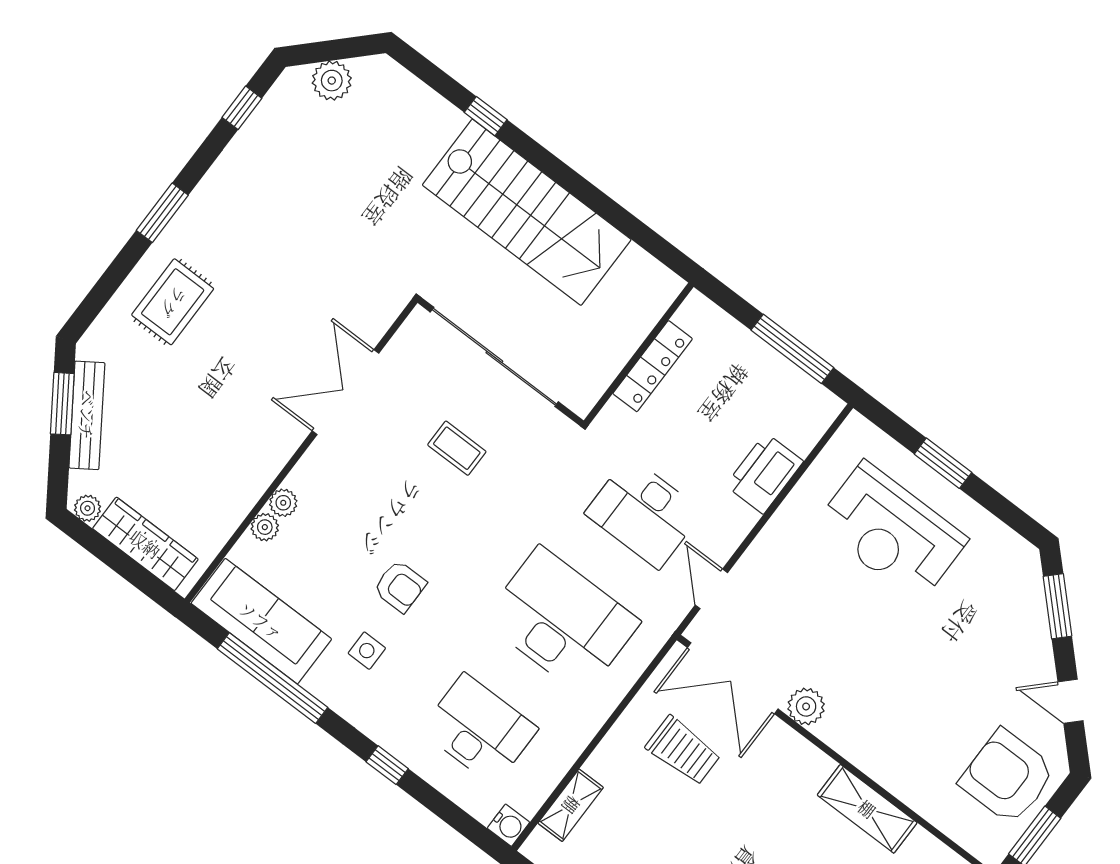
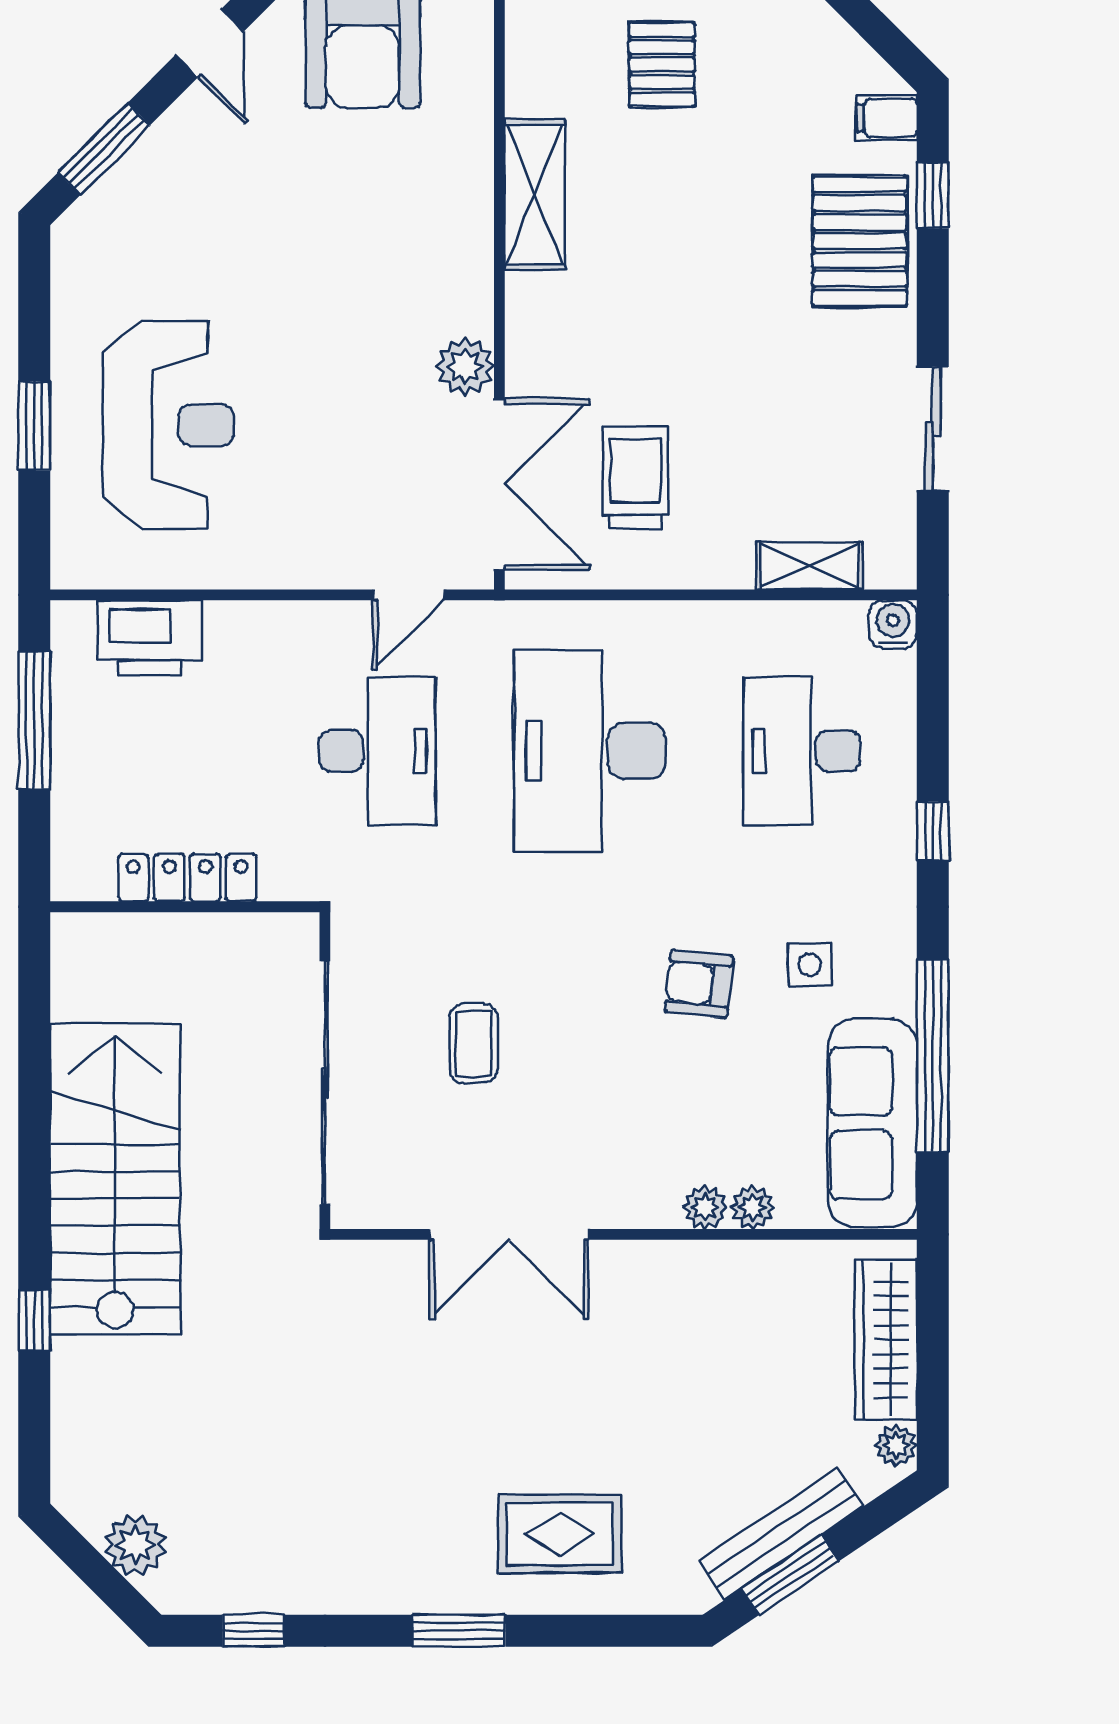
printer: (764, 473) -> (150, 638), moved
armchair: (400, 586) -> (699, 984), turned -84

